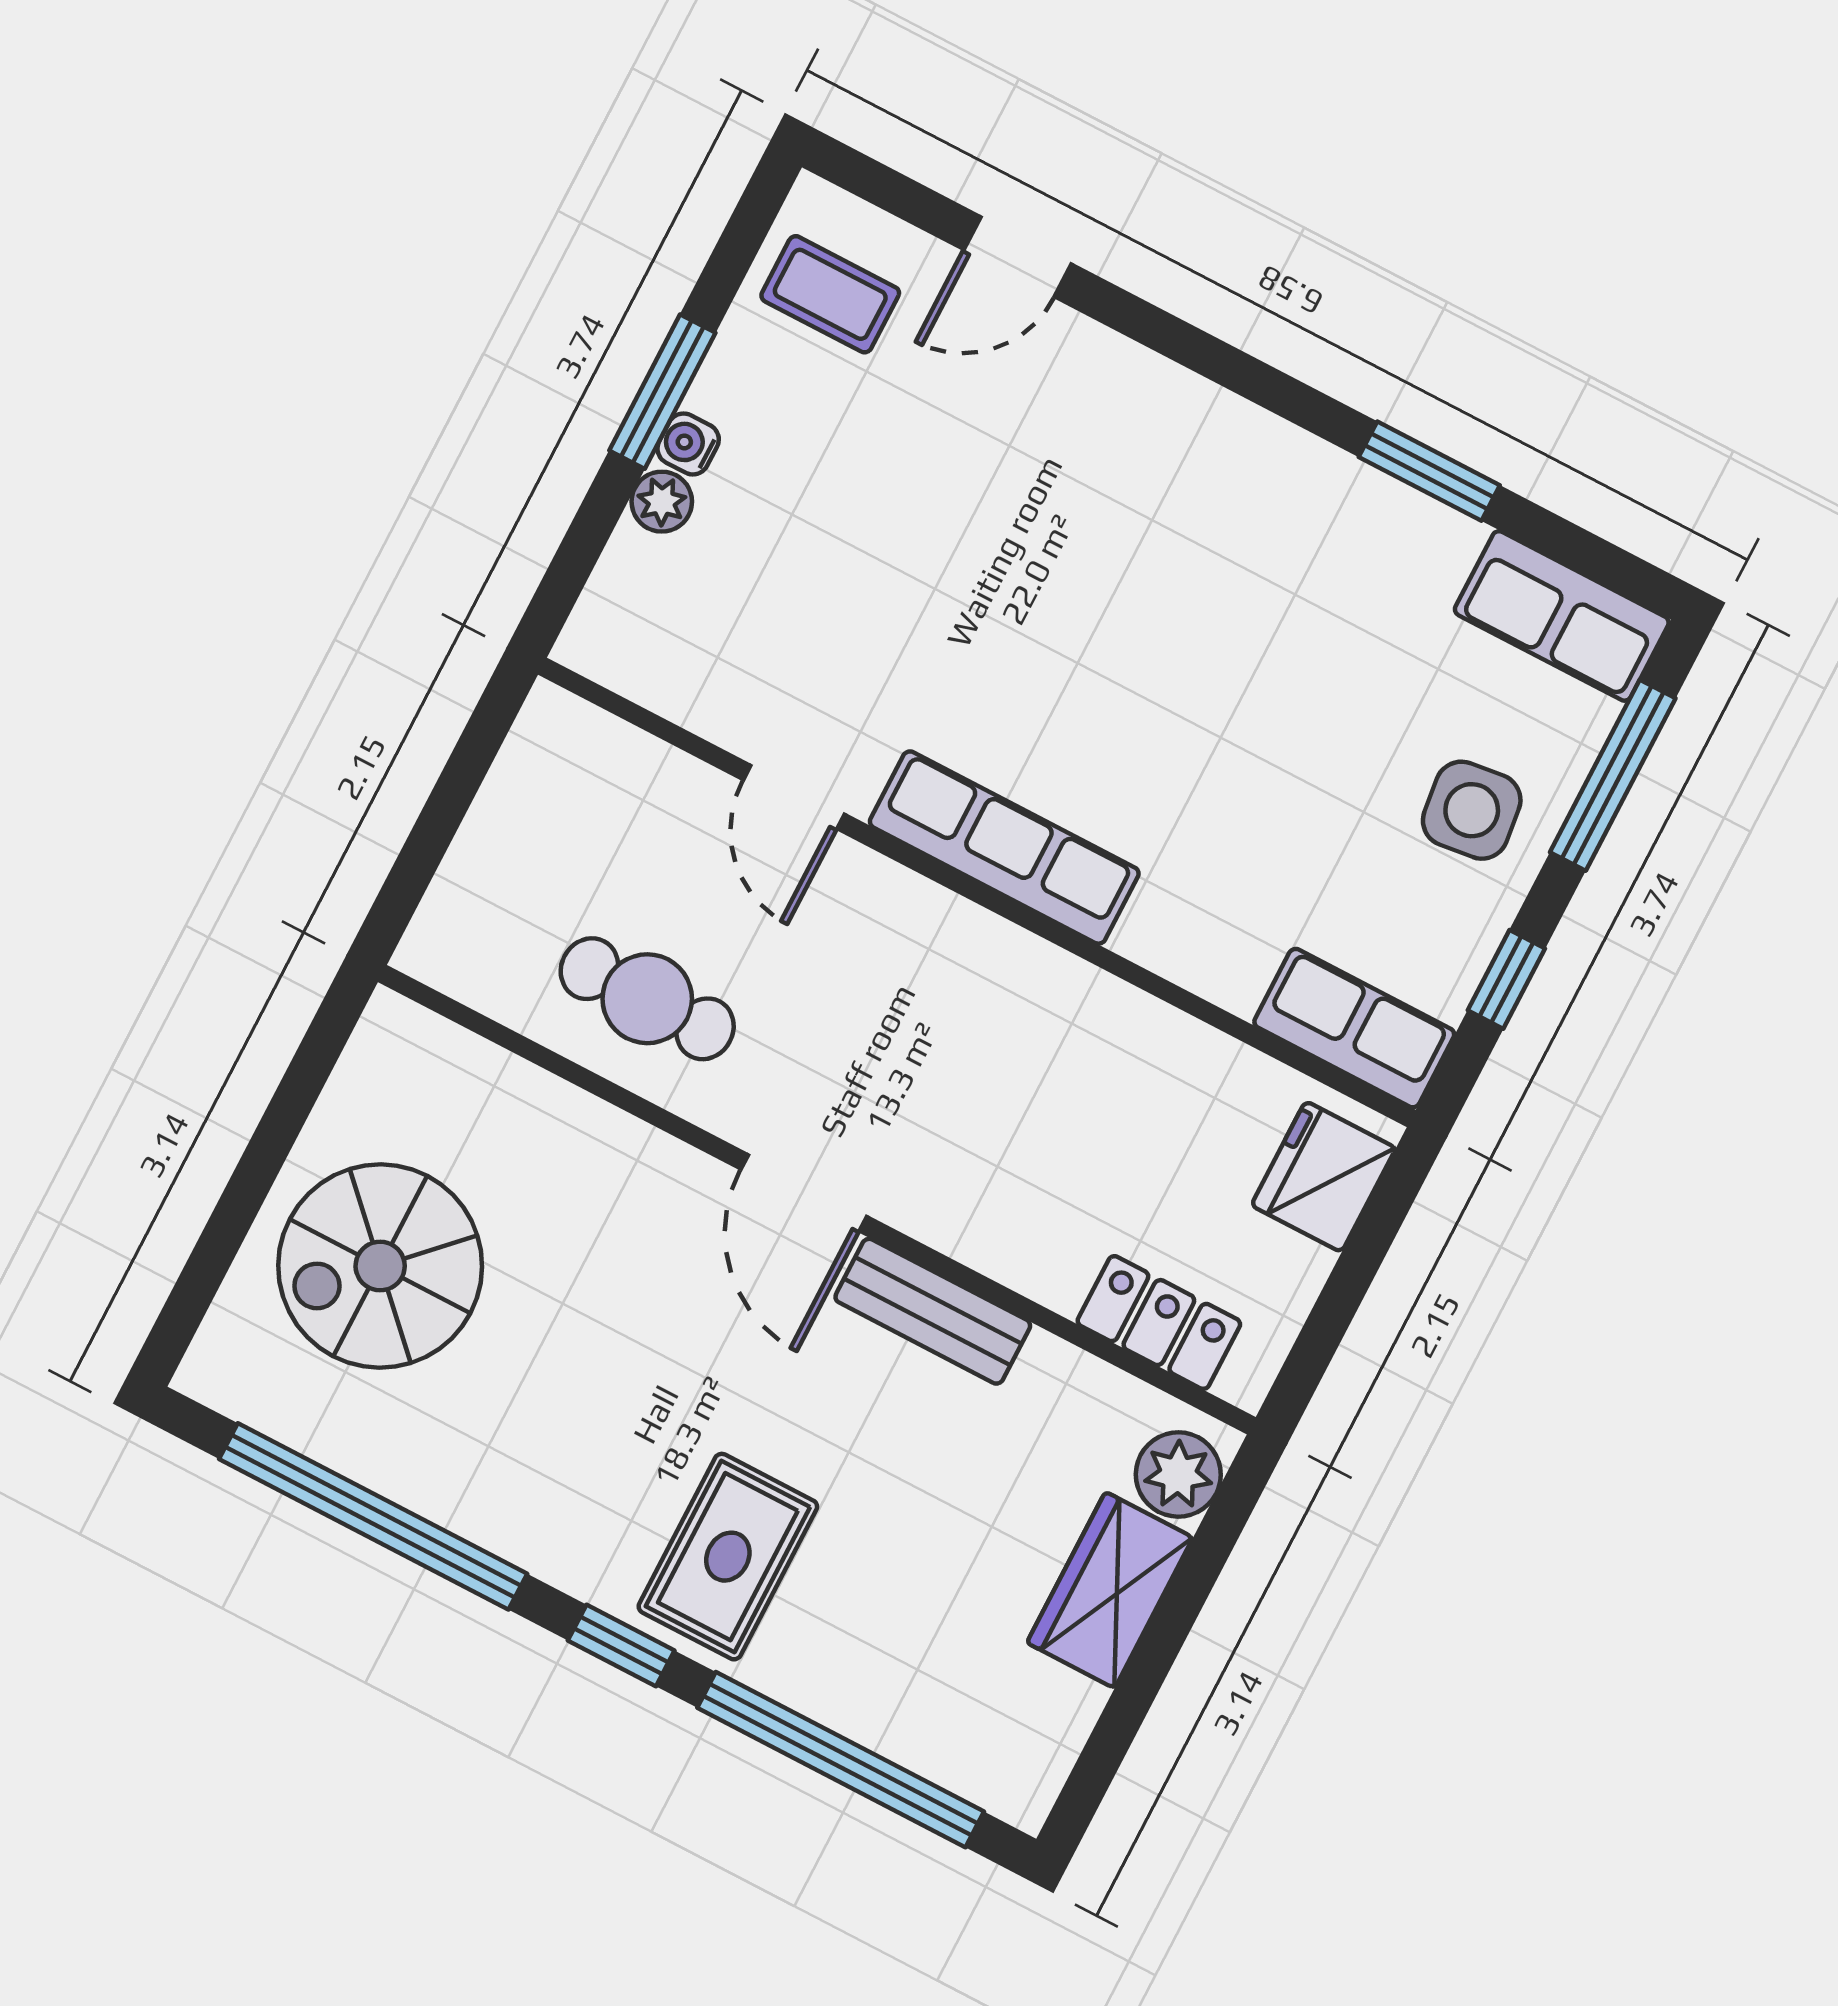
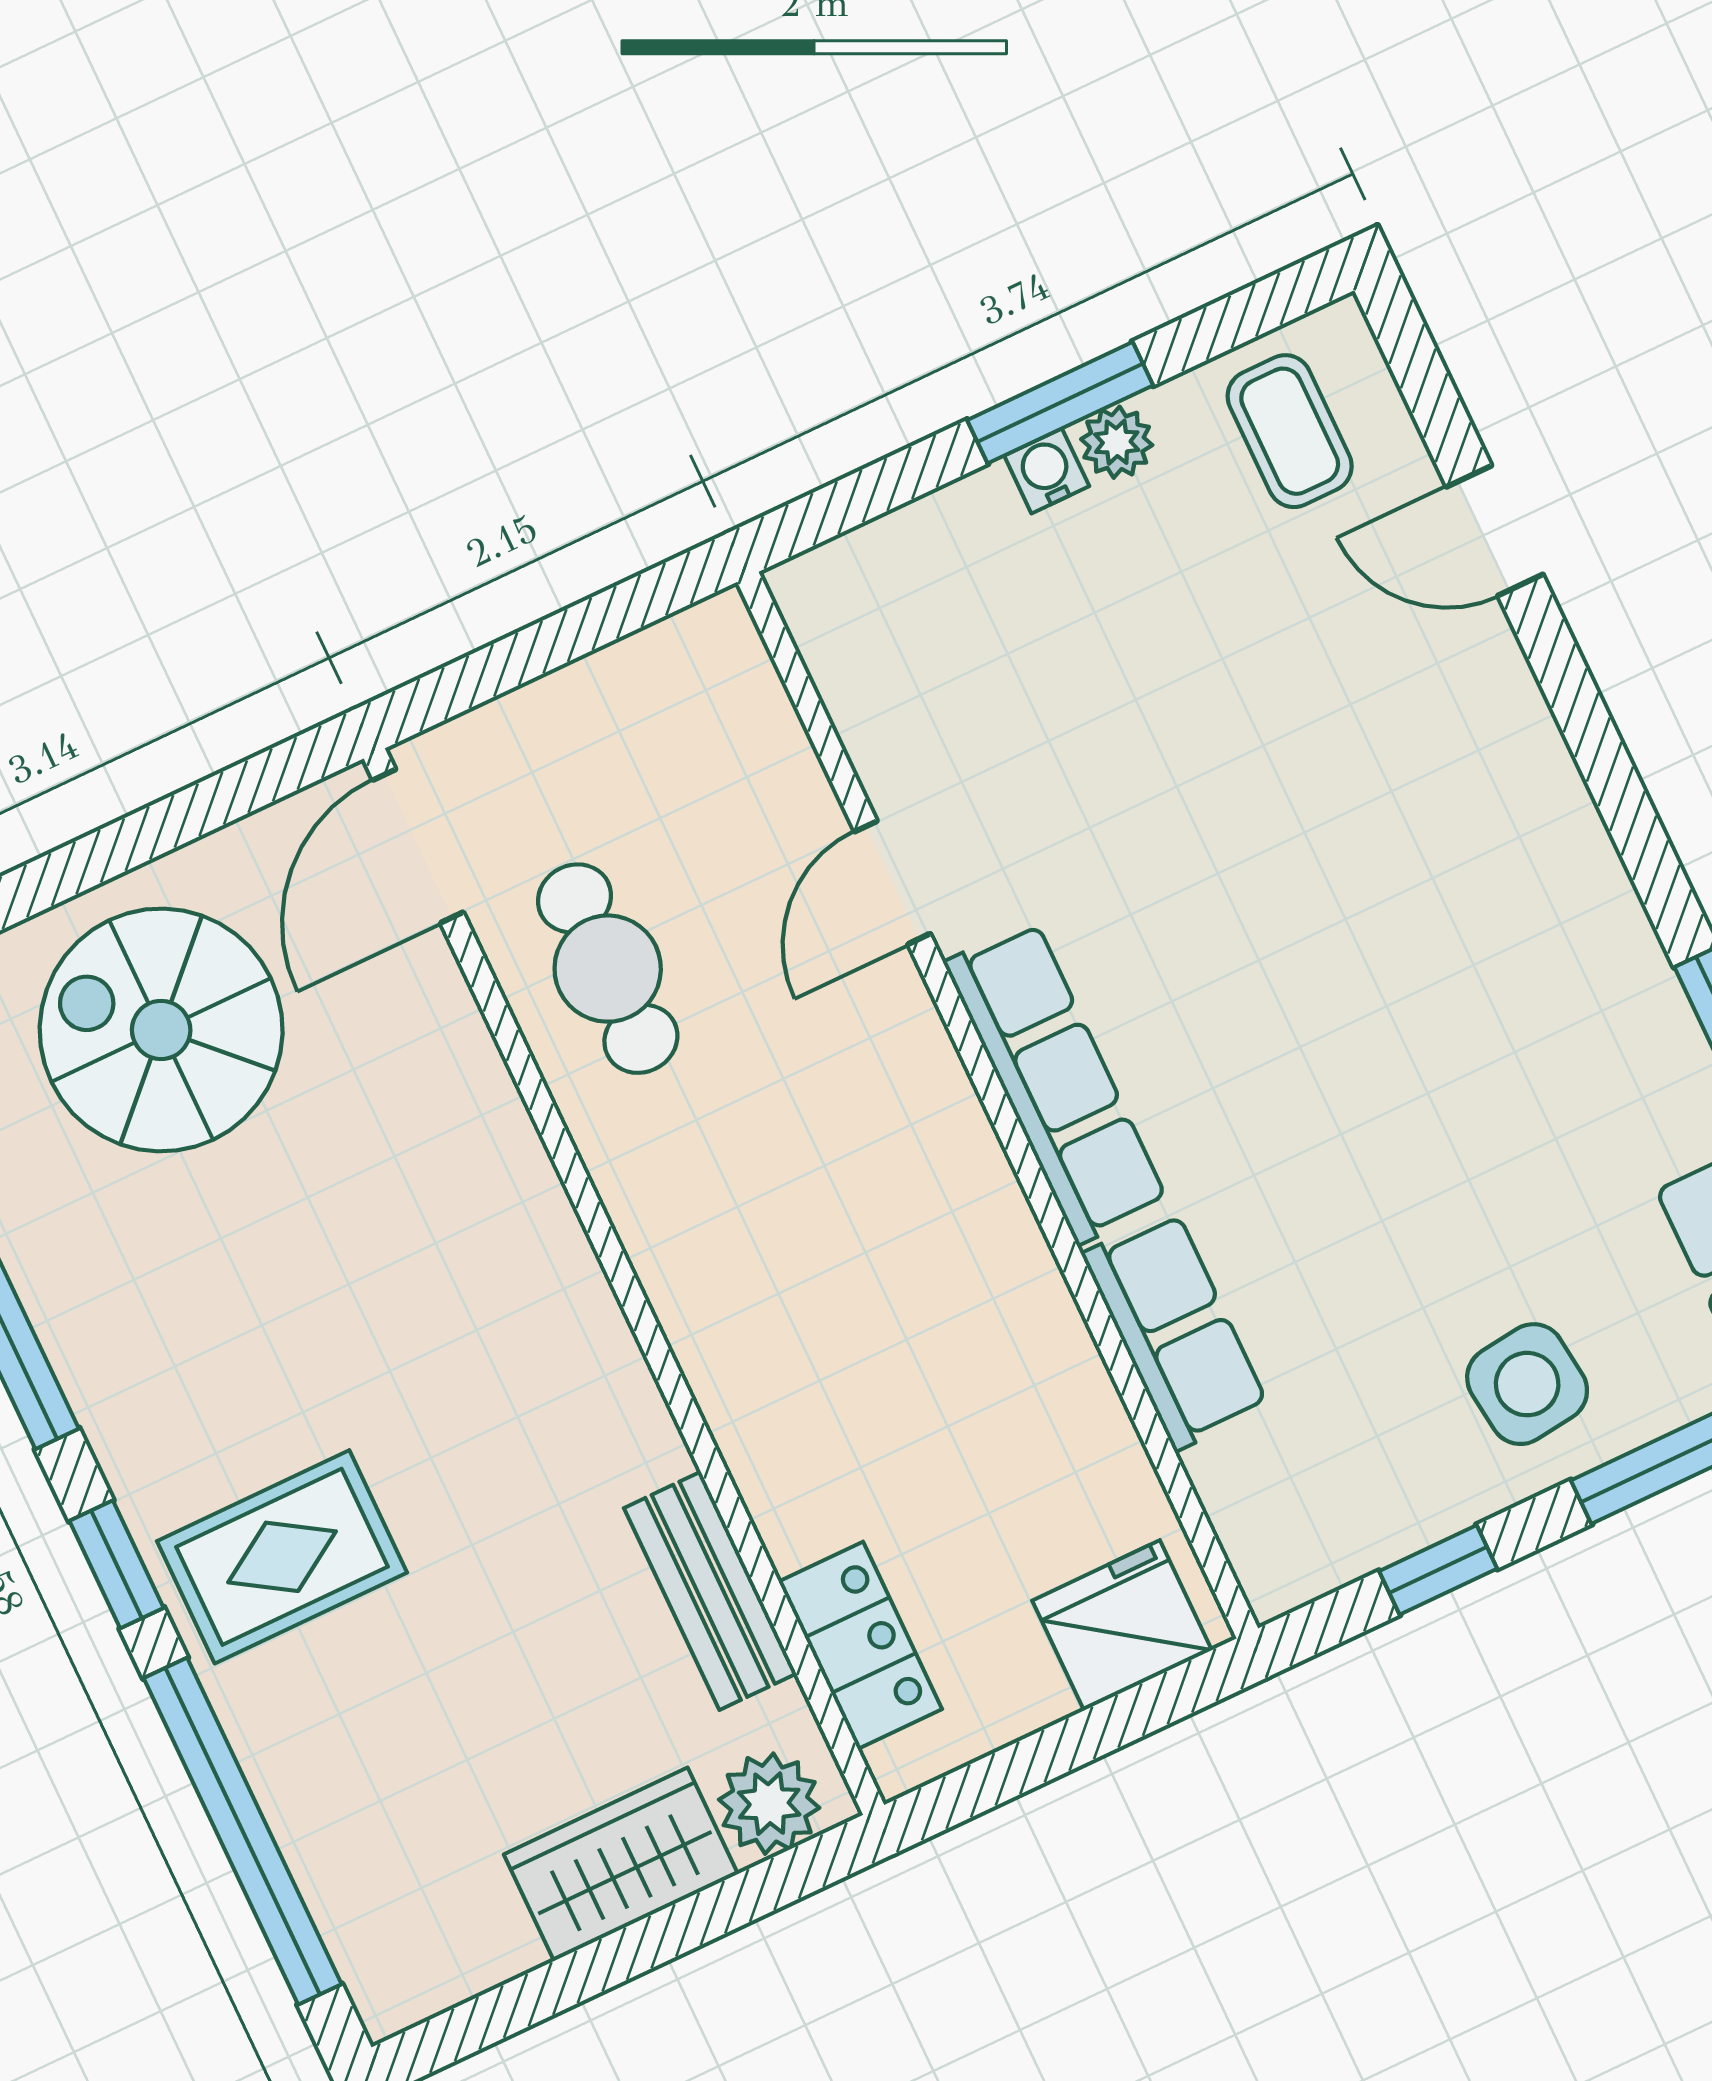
plant: (662, 502) -> (1117, 442), moved
row of seats: (1354, 1028) -> (1175, 1330), moved
door: (804, 1193) -> (418, 846), moved
bench: (933, 1311) -> (710, 1591), moved

